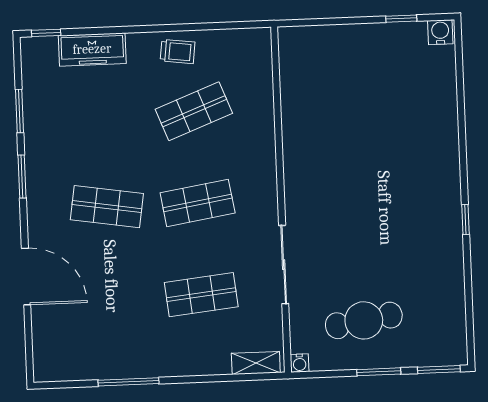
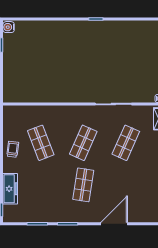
shop shelf: (198, 203) -> (83, 143), turned 33
shop shelf: (201, 295) -> (126, 143), turned 30
cafe table: (364, 320) -> (141, 68), removed

